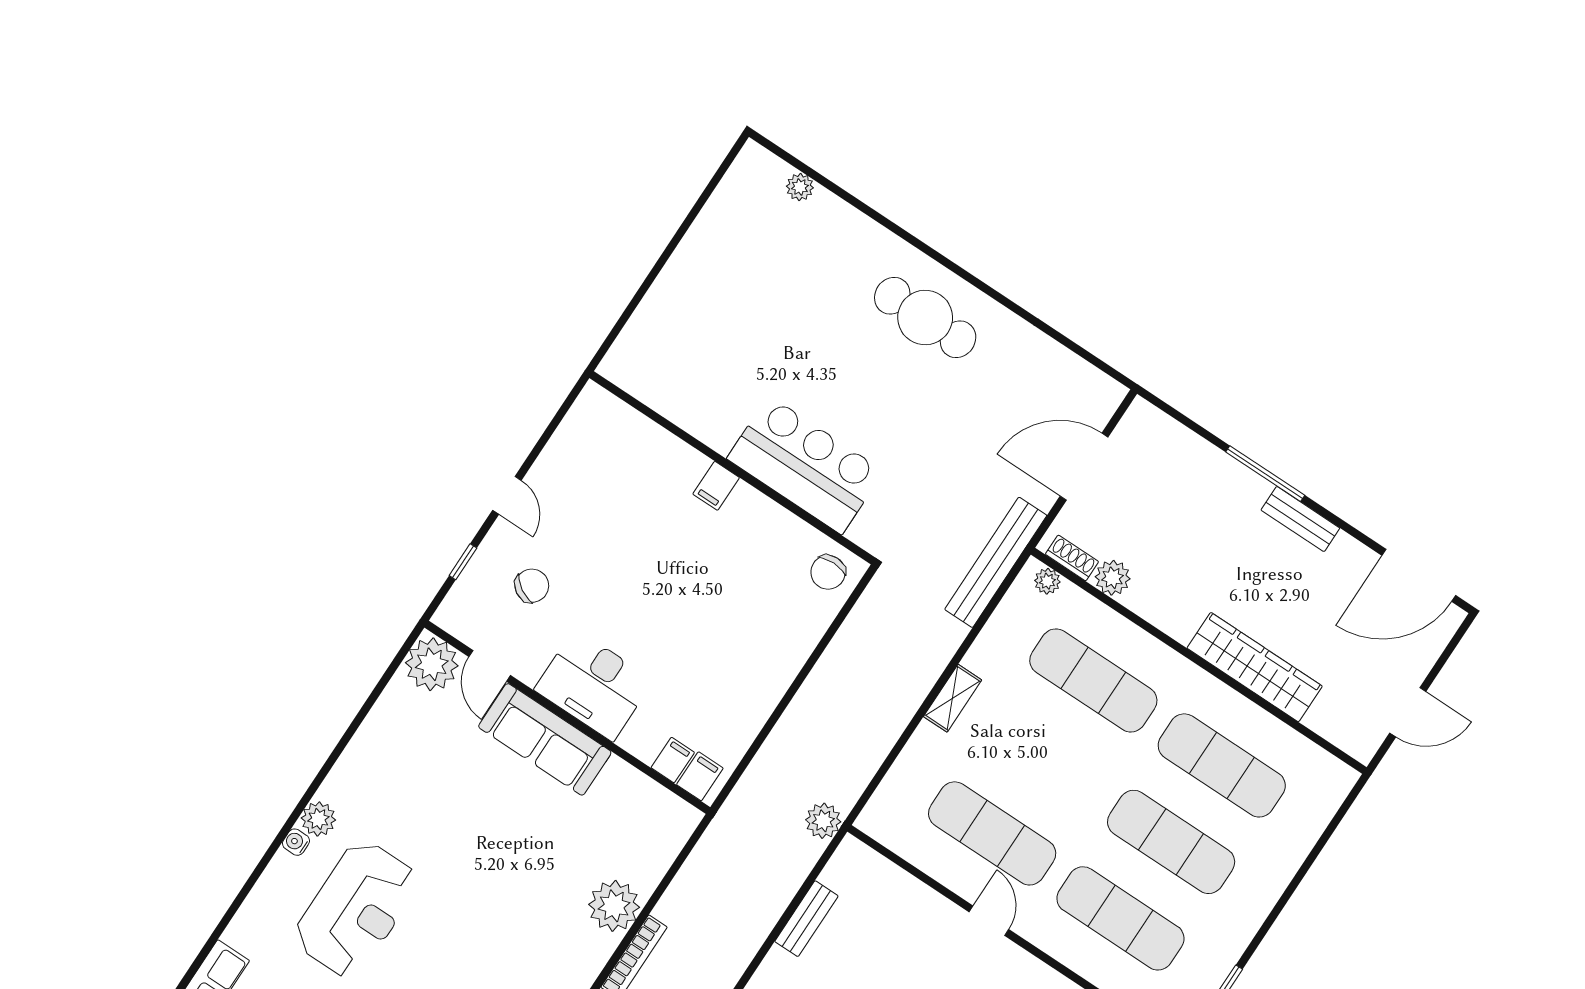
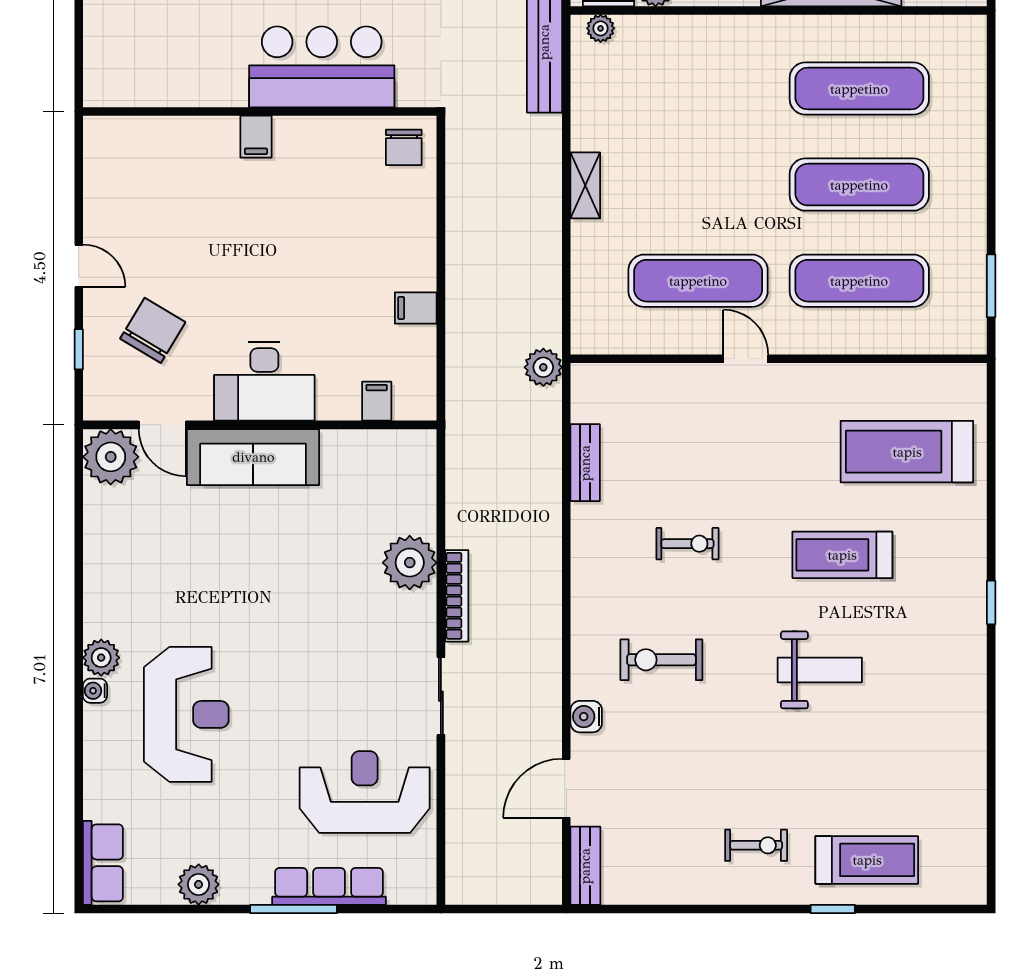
chair: (532, 586) -> (153, 330), width x1.37, depth x1.37
exercise mat: (1093, 680) -> (698, 89), removed
filing cabinet: (700, 776) -> (416, 308), moved, turned -90

